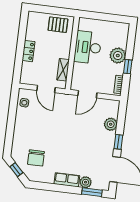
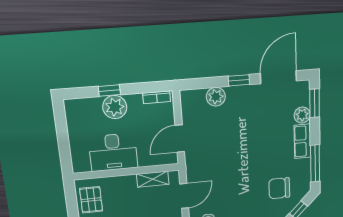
window: (128, 67) -> (109, 91), moved
door: (87, 94) -> (180, 139), swing flipped
chair: (36, 158) -> (279, 188), turned 180
window: (49, 187) -> (315, 163), added

